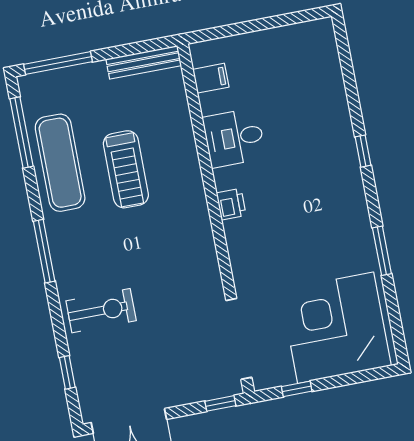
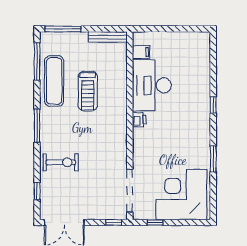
desk: (234, 138) -> (152, 85), width x1.87, depth x1.30

